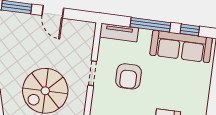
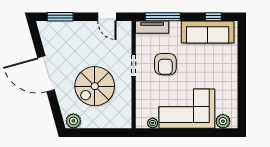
door: (53, 12) -> (107, 17), moved
window: (150, 25) -> (163, 17), moved

